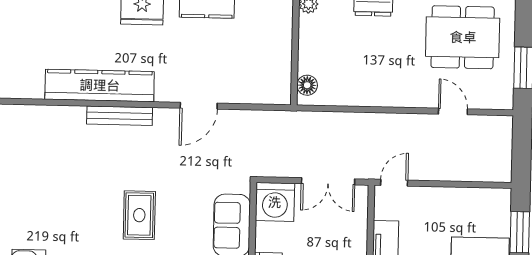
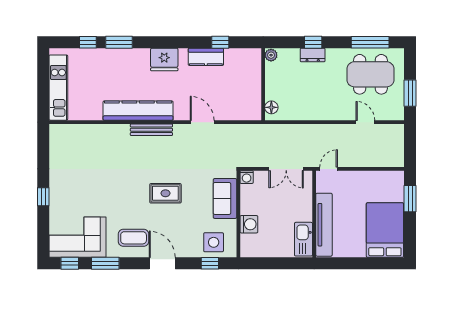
door: (199, 106) -> (202, 122), swing flipped
washing machine: (275, 202) -> (247, 177), width x0.53, depth x0.53
rug: (139, 215) -> (165, 193), turned 90

